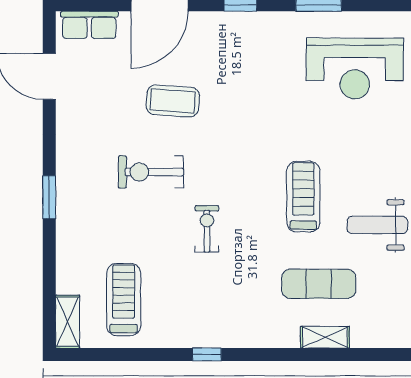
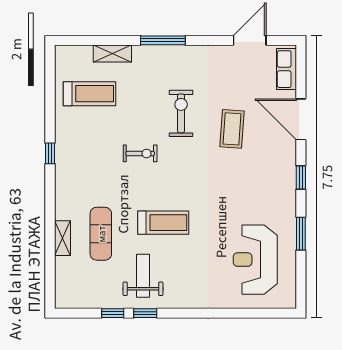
window: (49, 197) -> (163, 40), width x1.44
shelving: (68, 322) -> (112, 53), moved

